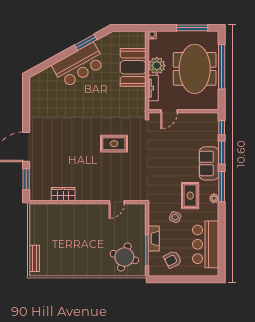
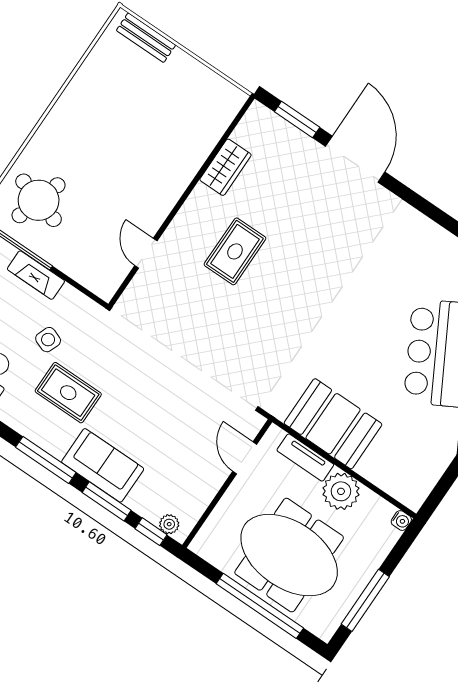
booth: (133, 67) -> (333, 424), moved
rug: (114, 144) -> (235, 251), moved
plant: (214, 198) -> (169, 524), moved

